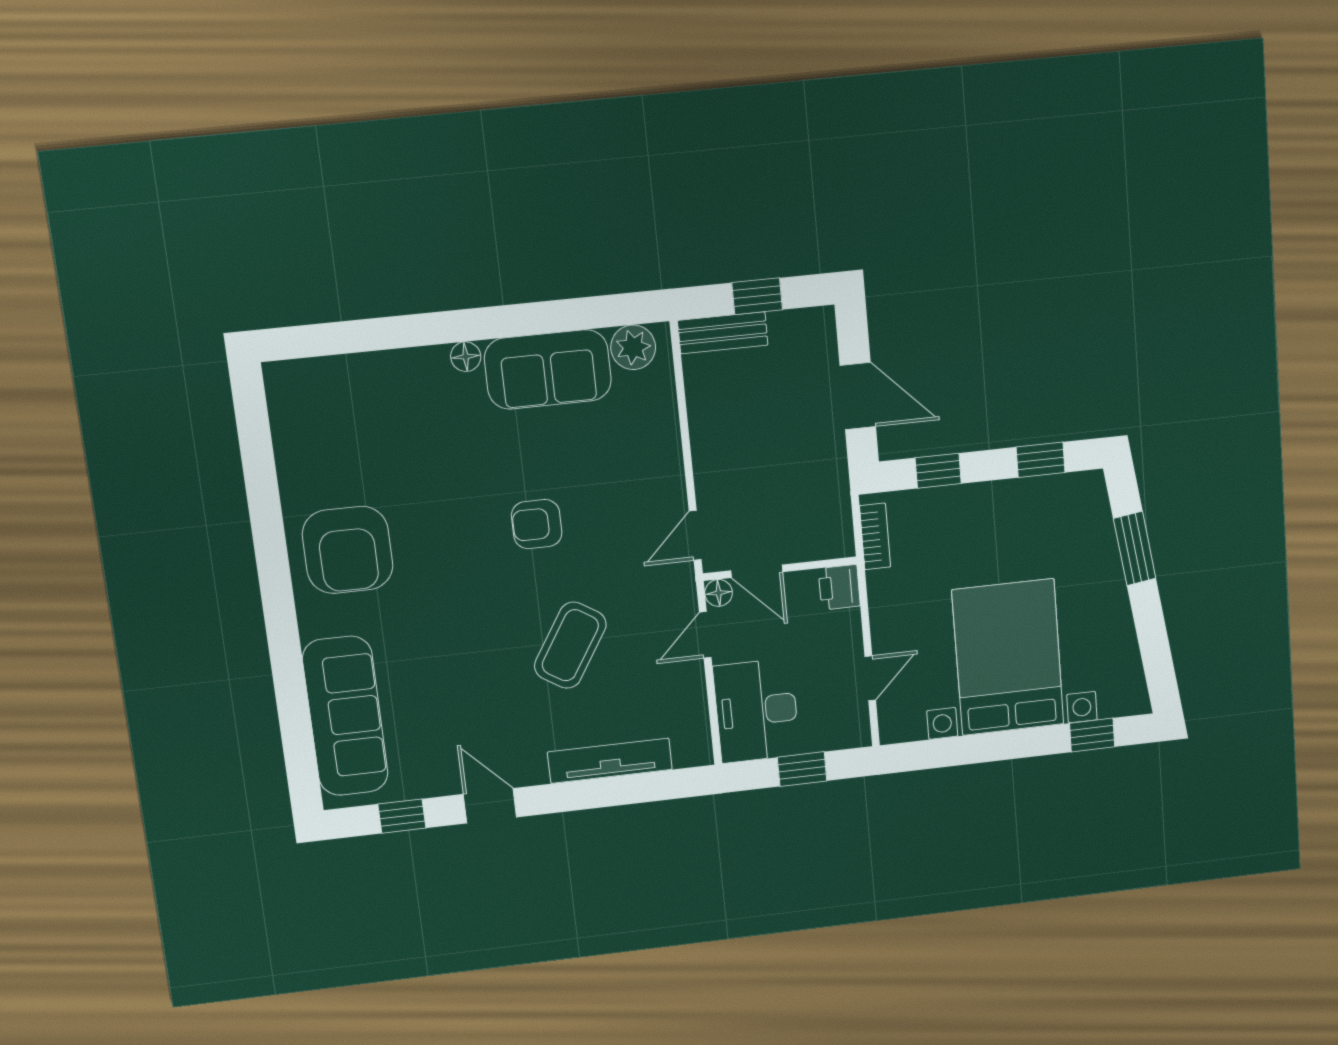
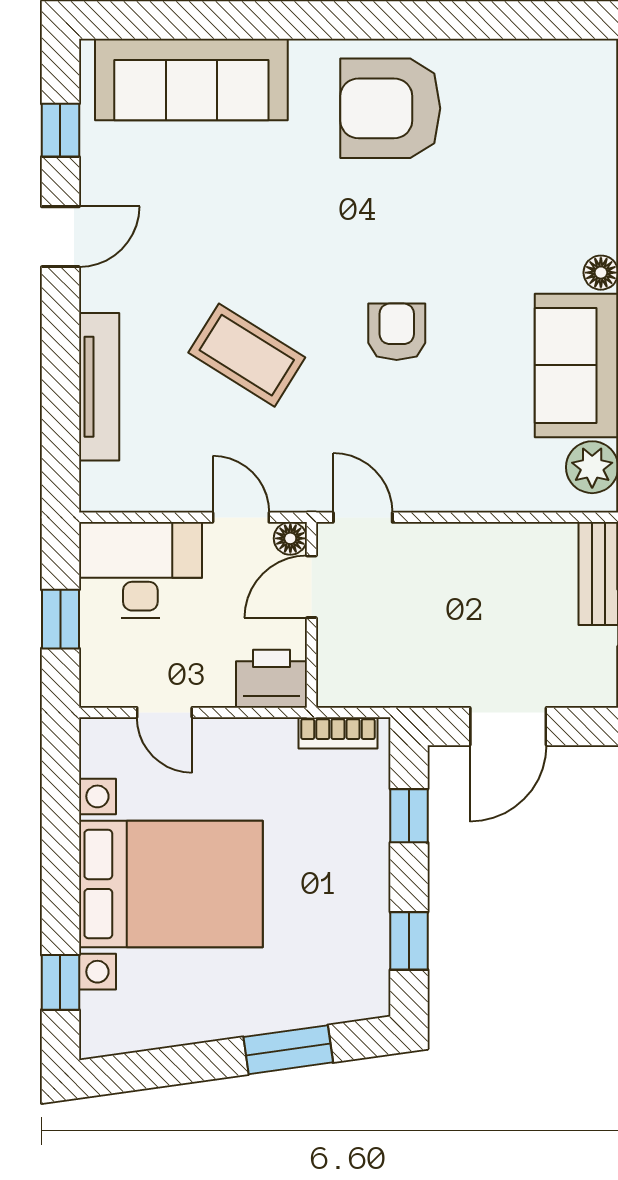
printer: (839, 587) -> (271, 679), width x1.36, depth x1.24

